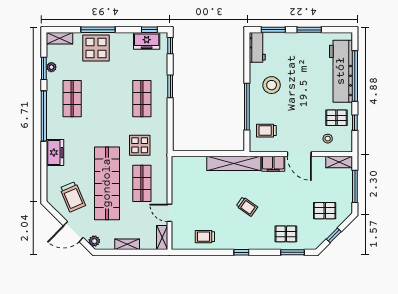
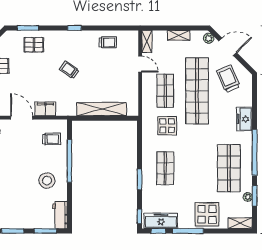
window: (98, 30) -> (188, 231), moved
freezer: (147, 41) -> (161, 221), width x1.40
shop shelf: (72, 99) -> (229, 168), width x1.43, depth x1.36
shelving: (234, 163) -> (102, 109), moved

